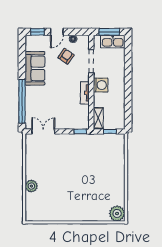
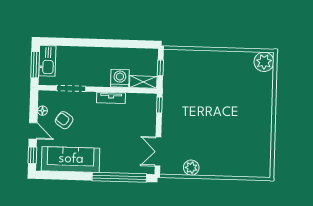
sofa: (35, 68) -> (71, 159), width x1.36
washing machine: (101, 85) -> (120, 78), moved
plant: (31, 186) -> (191, 168), moved

